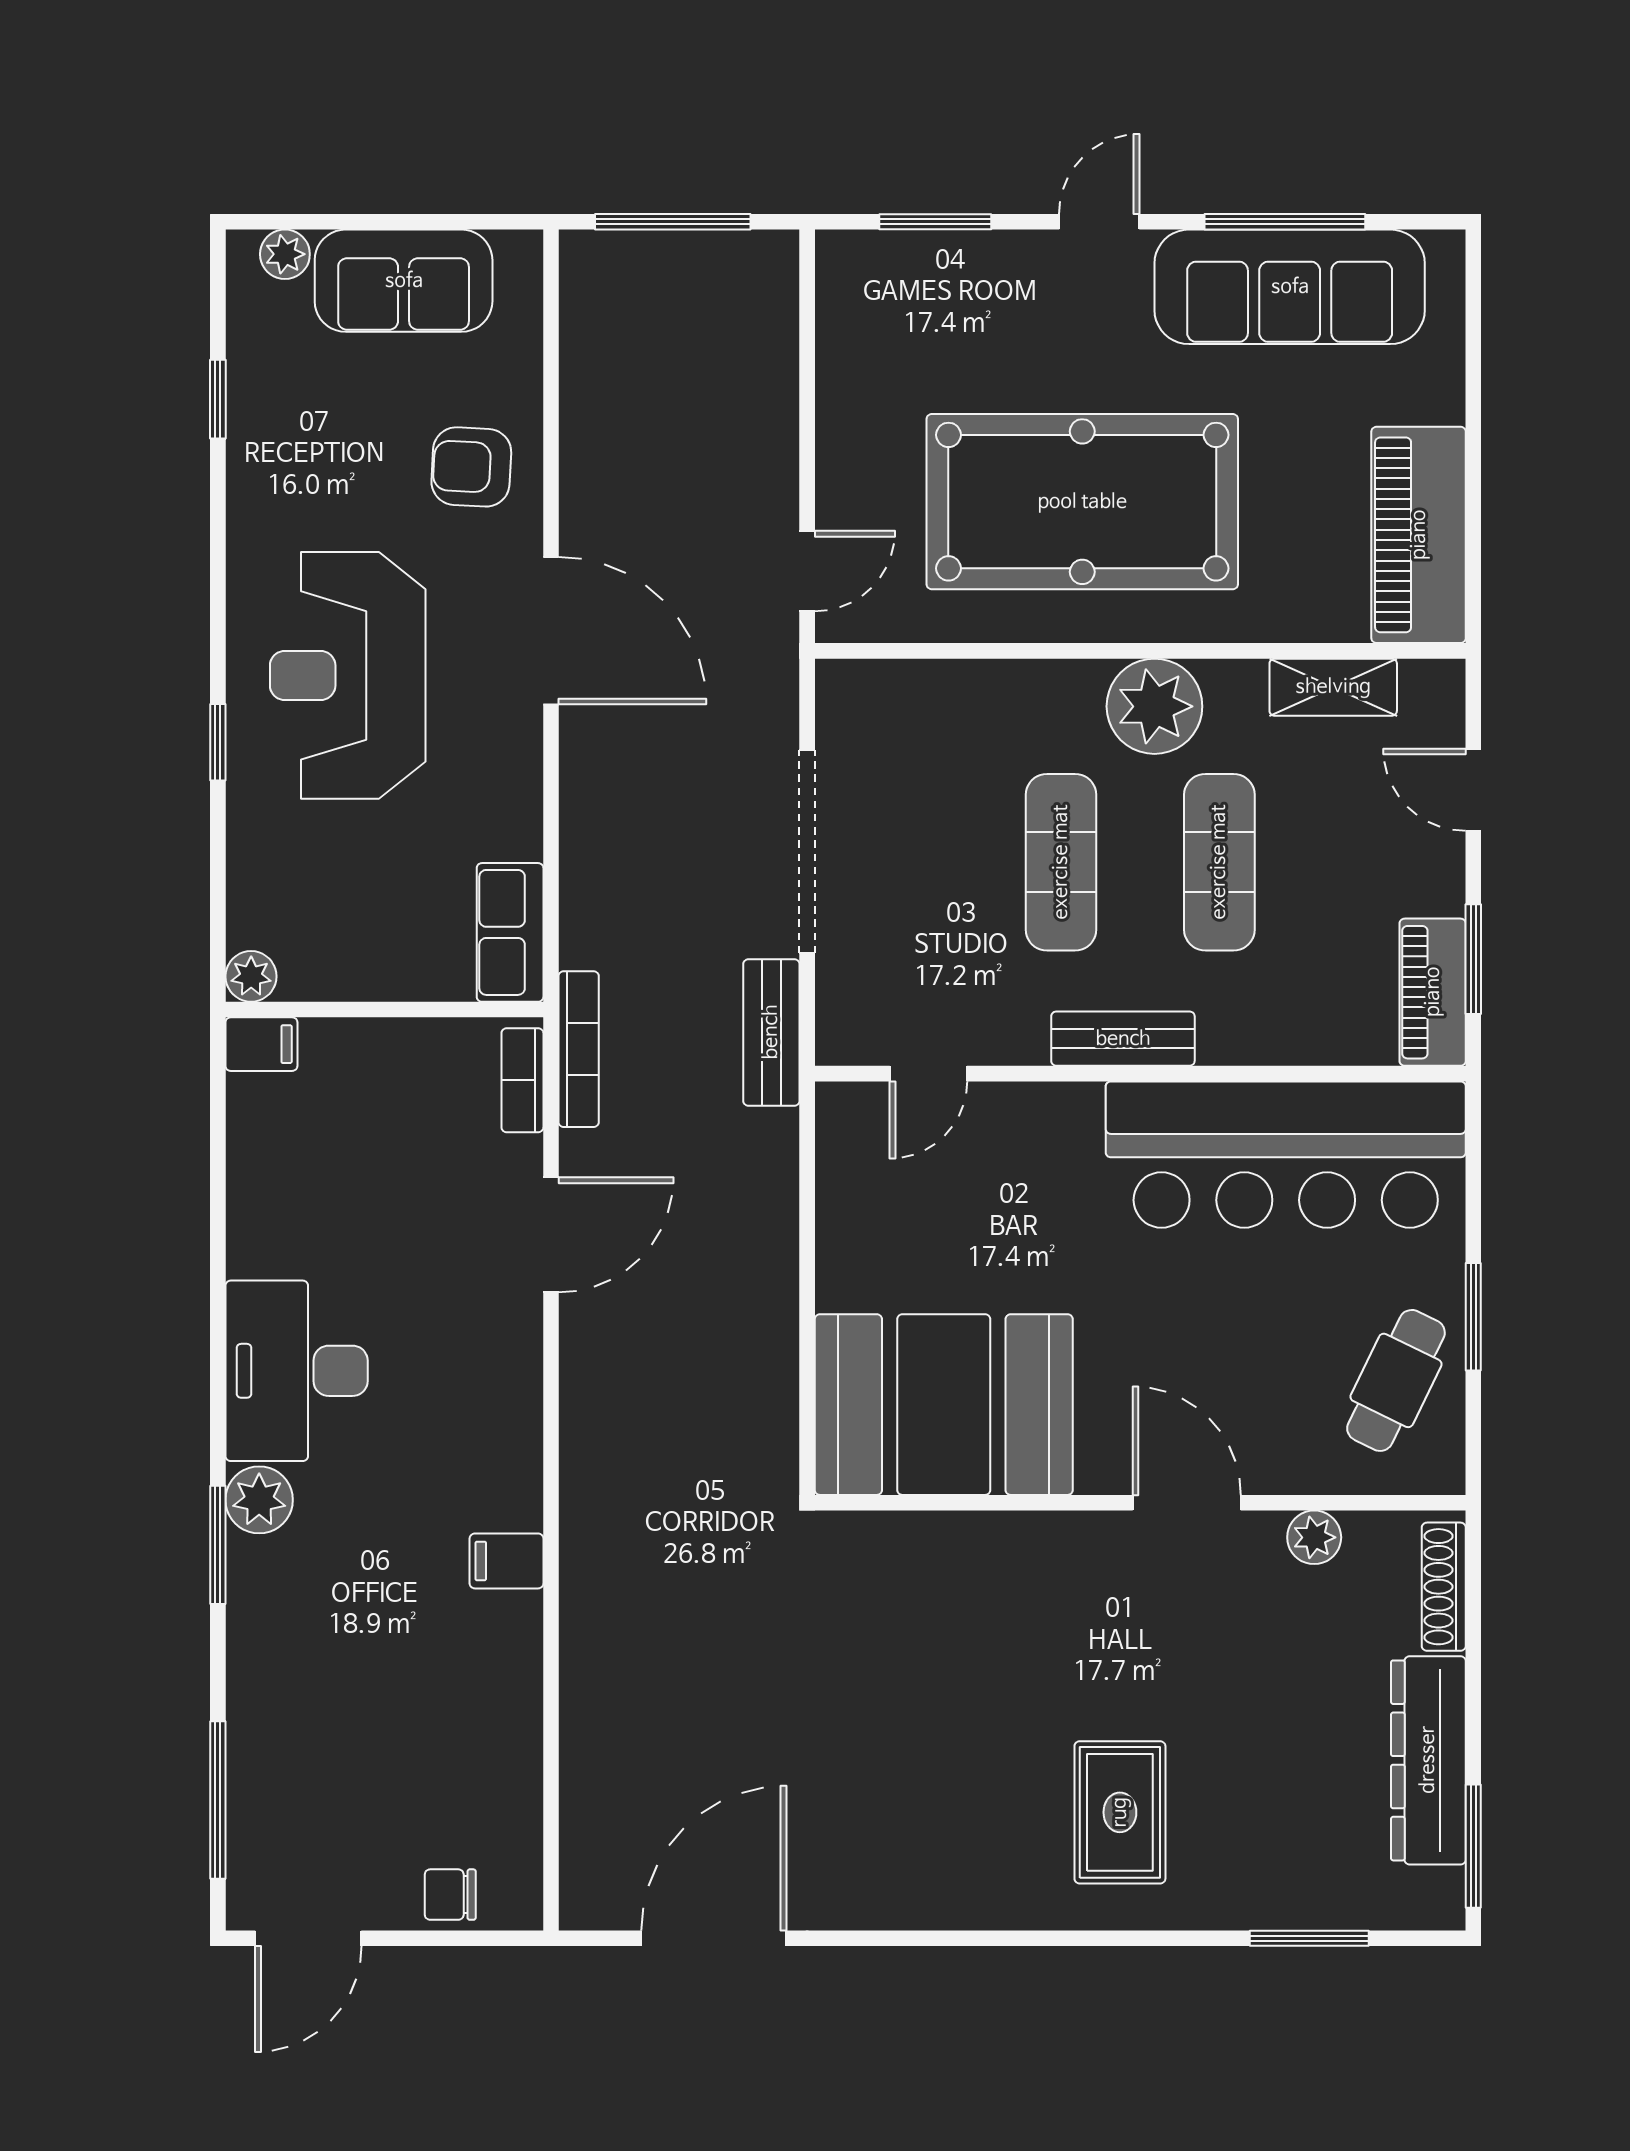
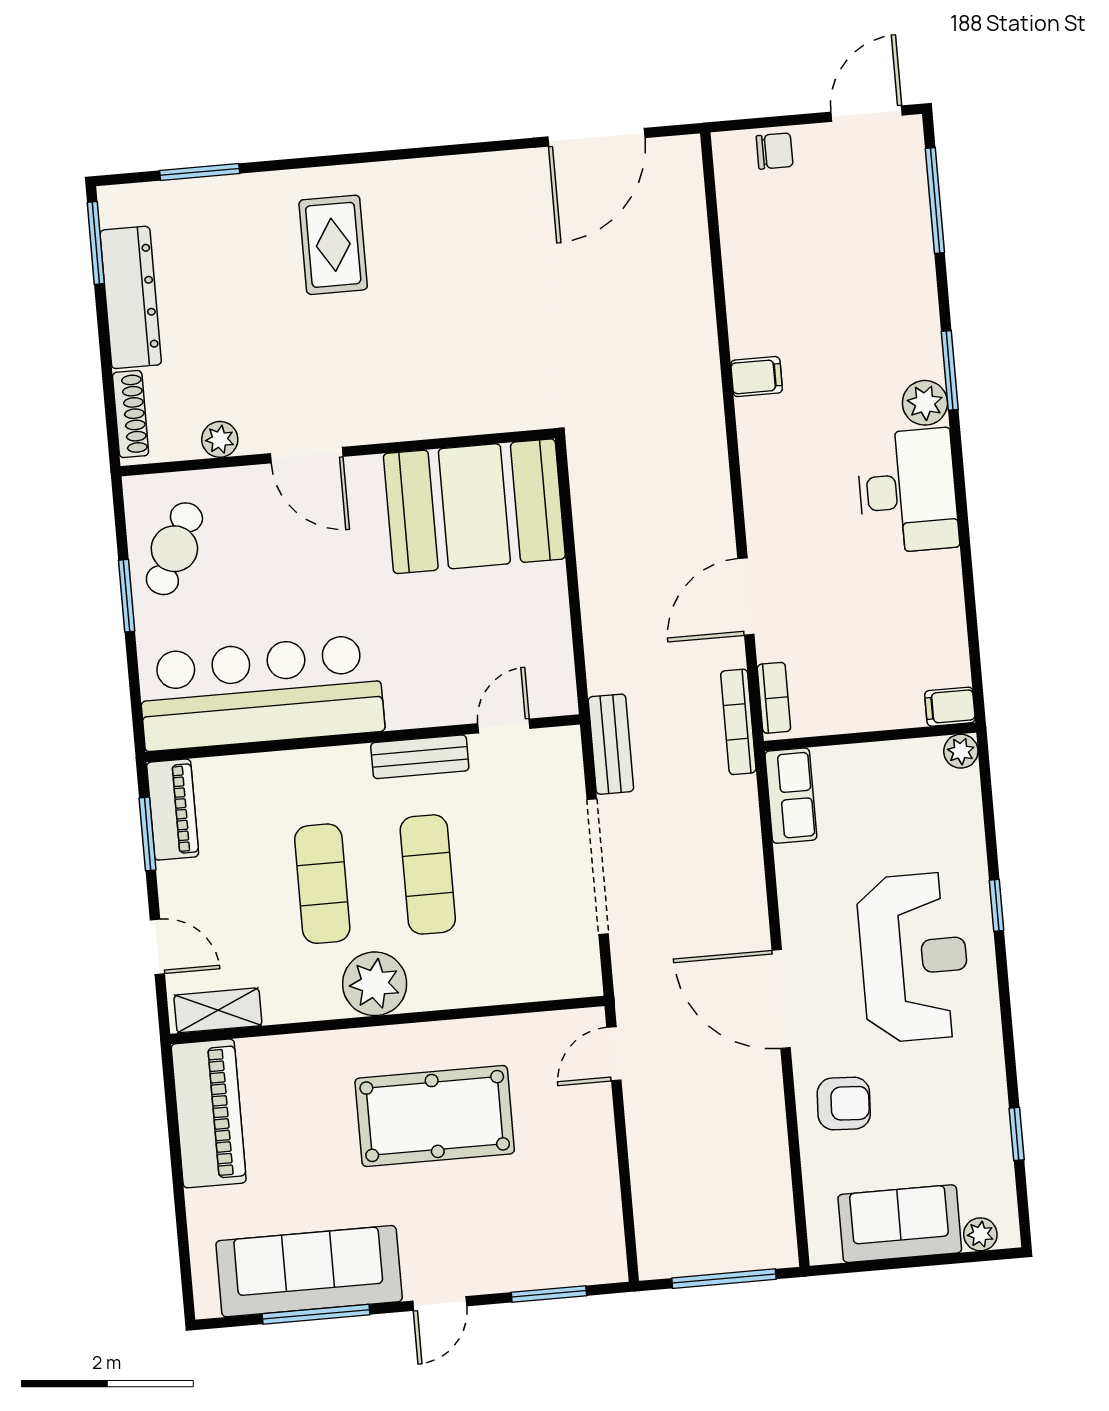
pool table: (1082, 502) -> (435, 1116), width x0.73, depth x0.76
shelving: (1333, 687) -> (218, 1010), moved
bench: (1123, 1039) -> (420, 757), moved

